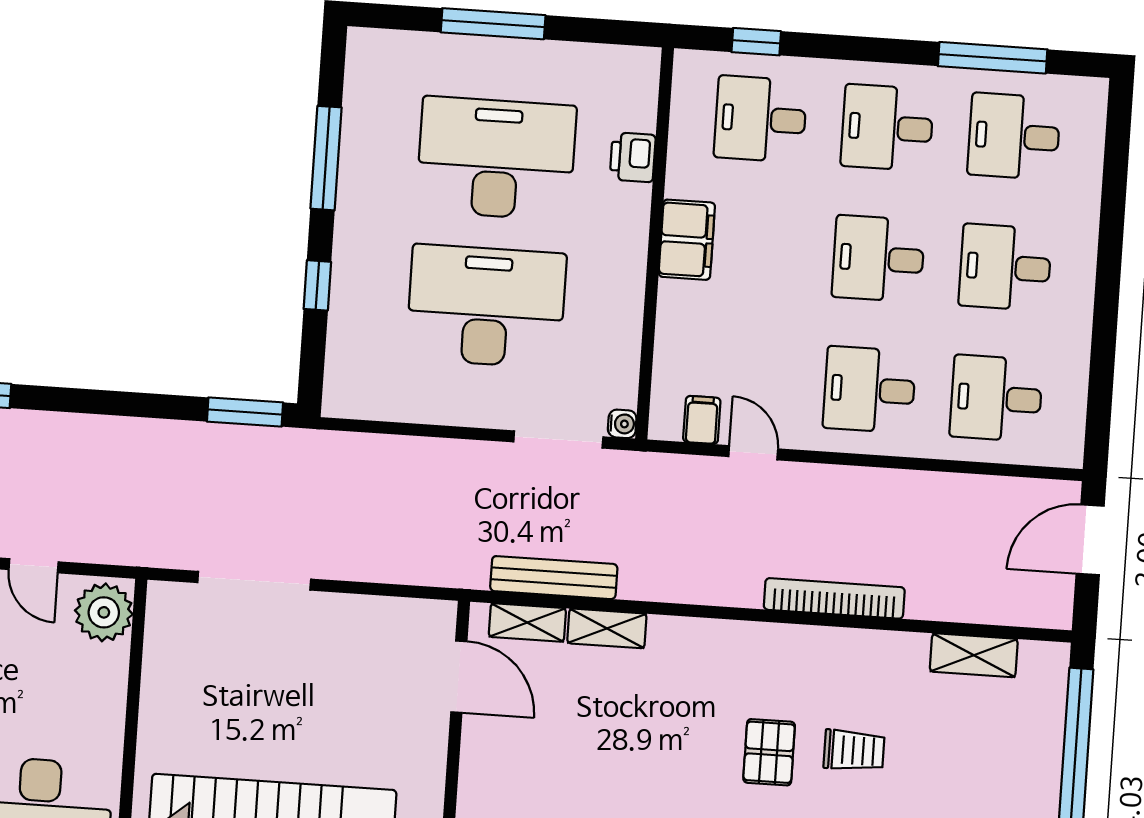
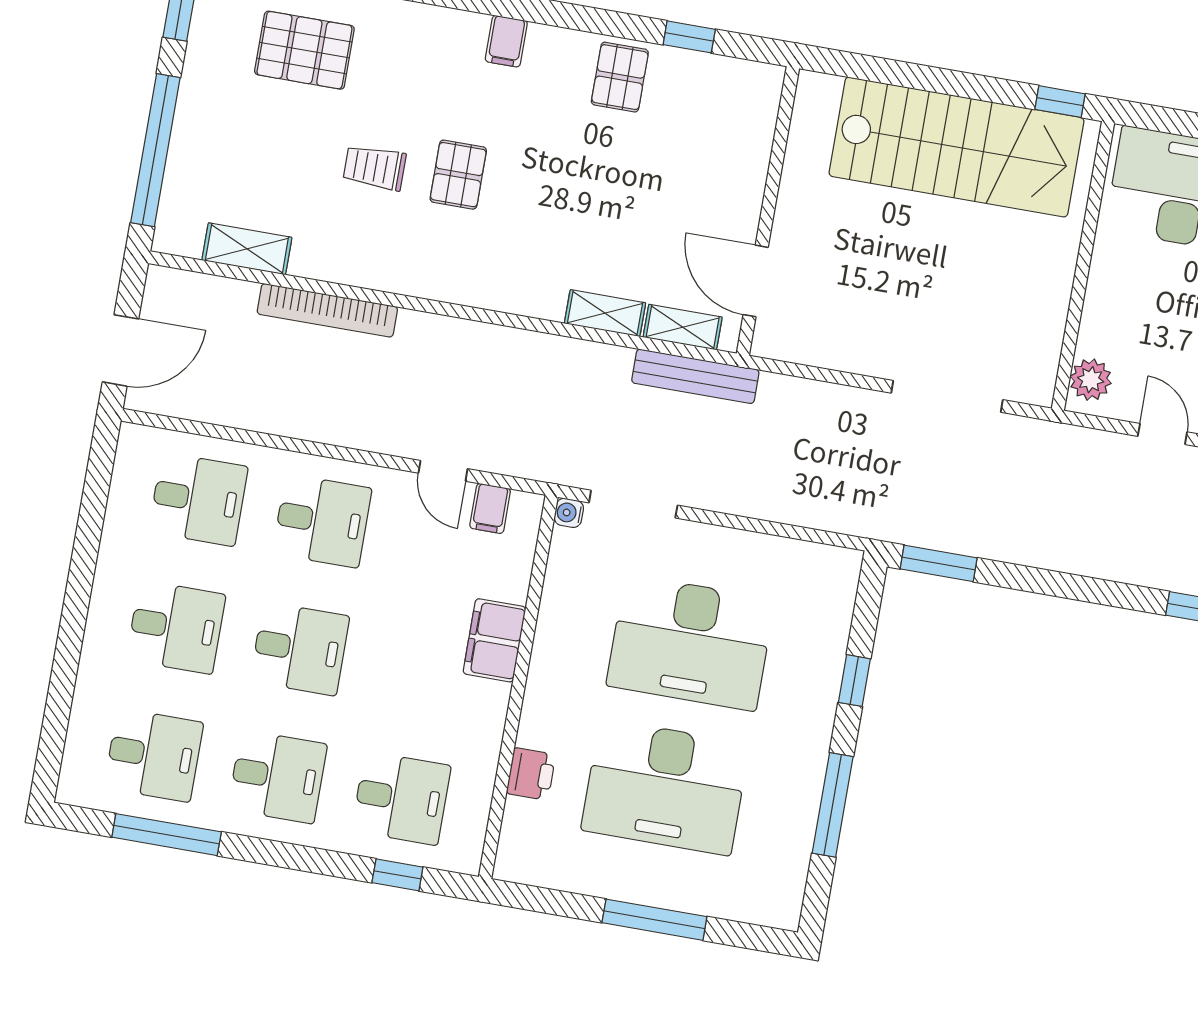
filing cabinet: (687, 240) -> (494, 640), moved
bench: (554, 578) -> (695, 376), moved
bookcase: (834, 598) -> (327, 310), moved
plant: (104, 612) -> (1091, 380), width x0.73, depth x0.73

